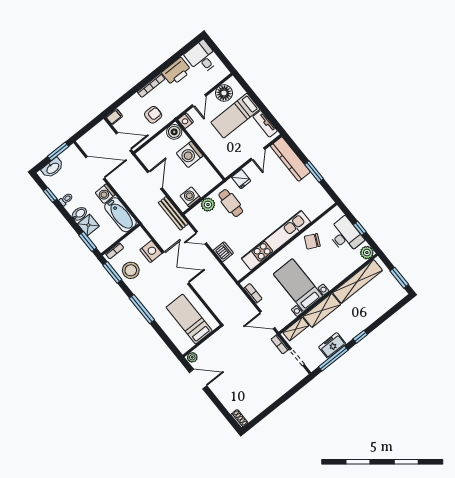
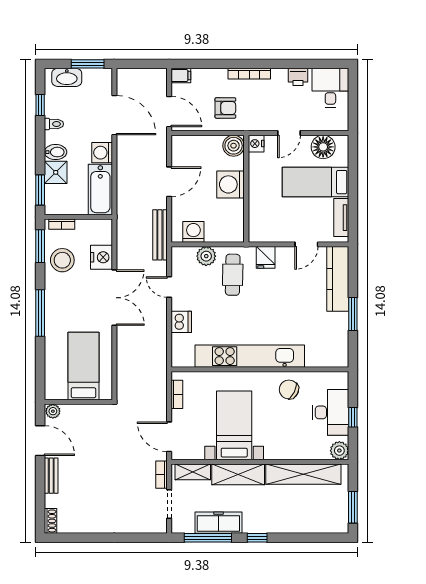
printer: (177, 72) -> (298, 77), width x0.53, depth x0.68
freezer: (332, 345) -> (218, 523), width x1.40
bench: (220, 393) -> (51, 476), added

